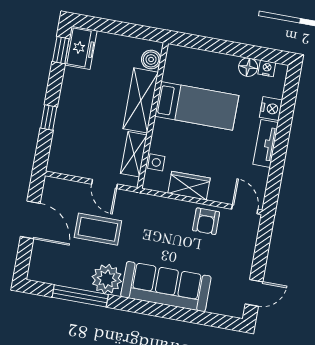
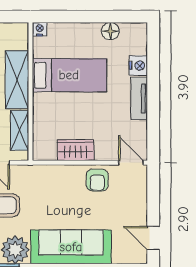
boiler: (151, 59) -> (20, 40), removed
nightstand: (267, 68) -> (40, 29), moved
side table: (156, 162) -> (42, 134), removed
door: (254, 293) -> (153, 238), swing flipped

